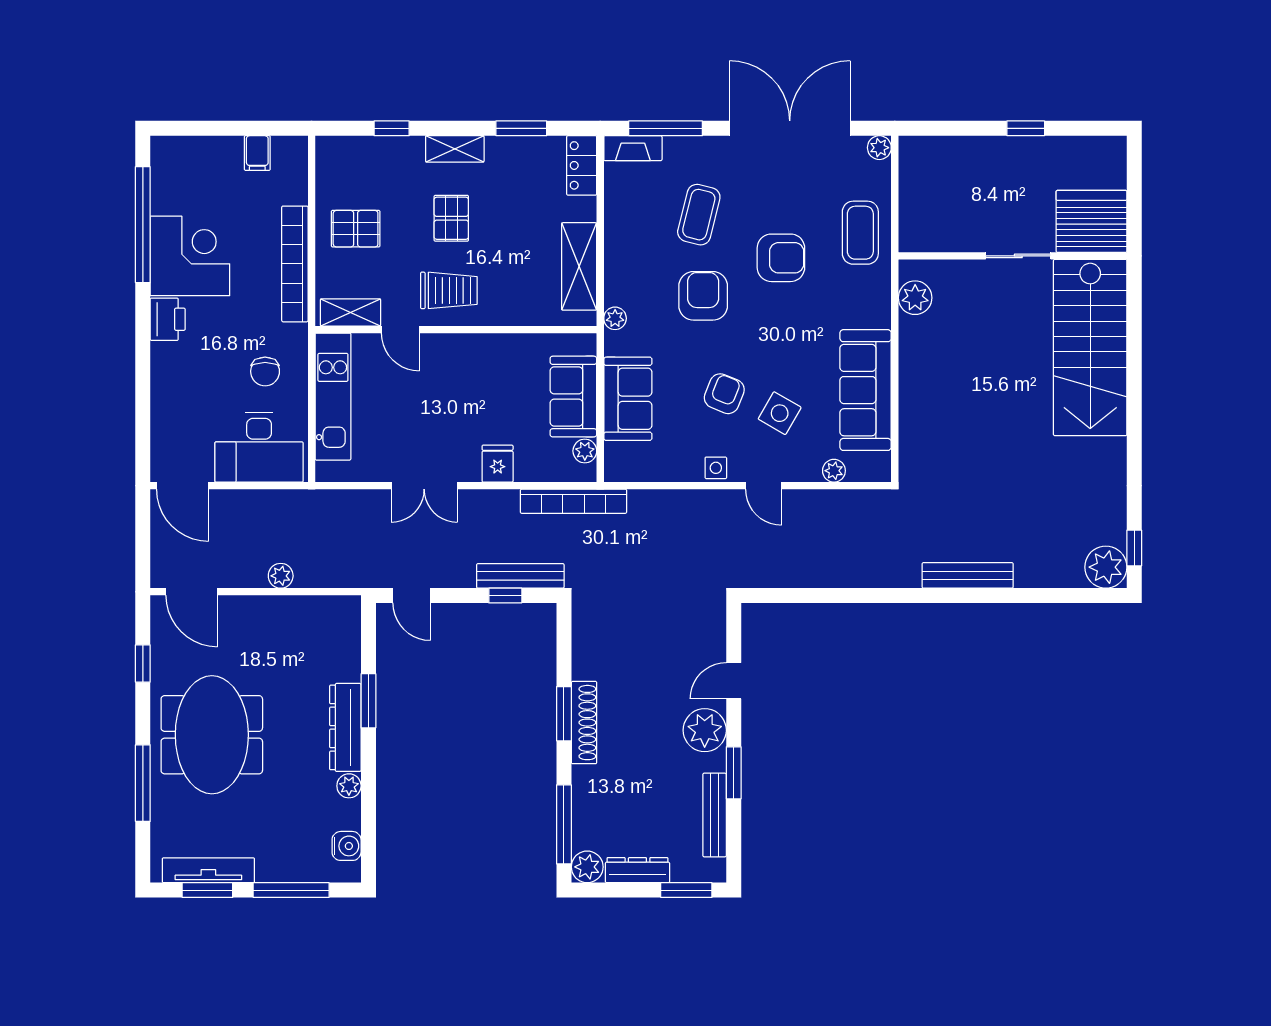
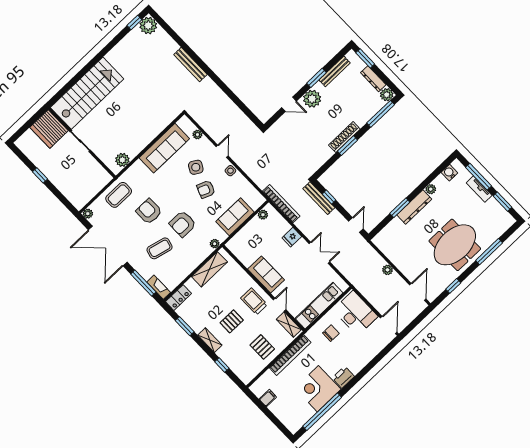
sofa: (573, 397) -> (266, 275), moved, turned -90
tv unit: (208, 870) -> (479, 189), moved, width x0.71

